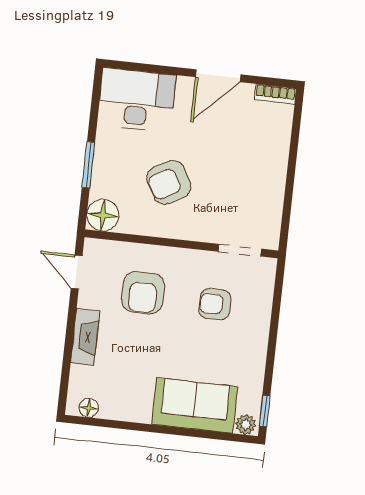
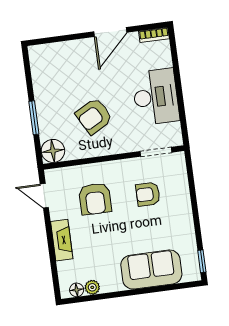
desk: (137, 100) -> (156, 97), moved, turned 90
plant: (246, 425) -> (92, 287), moved

